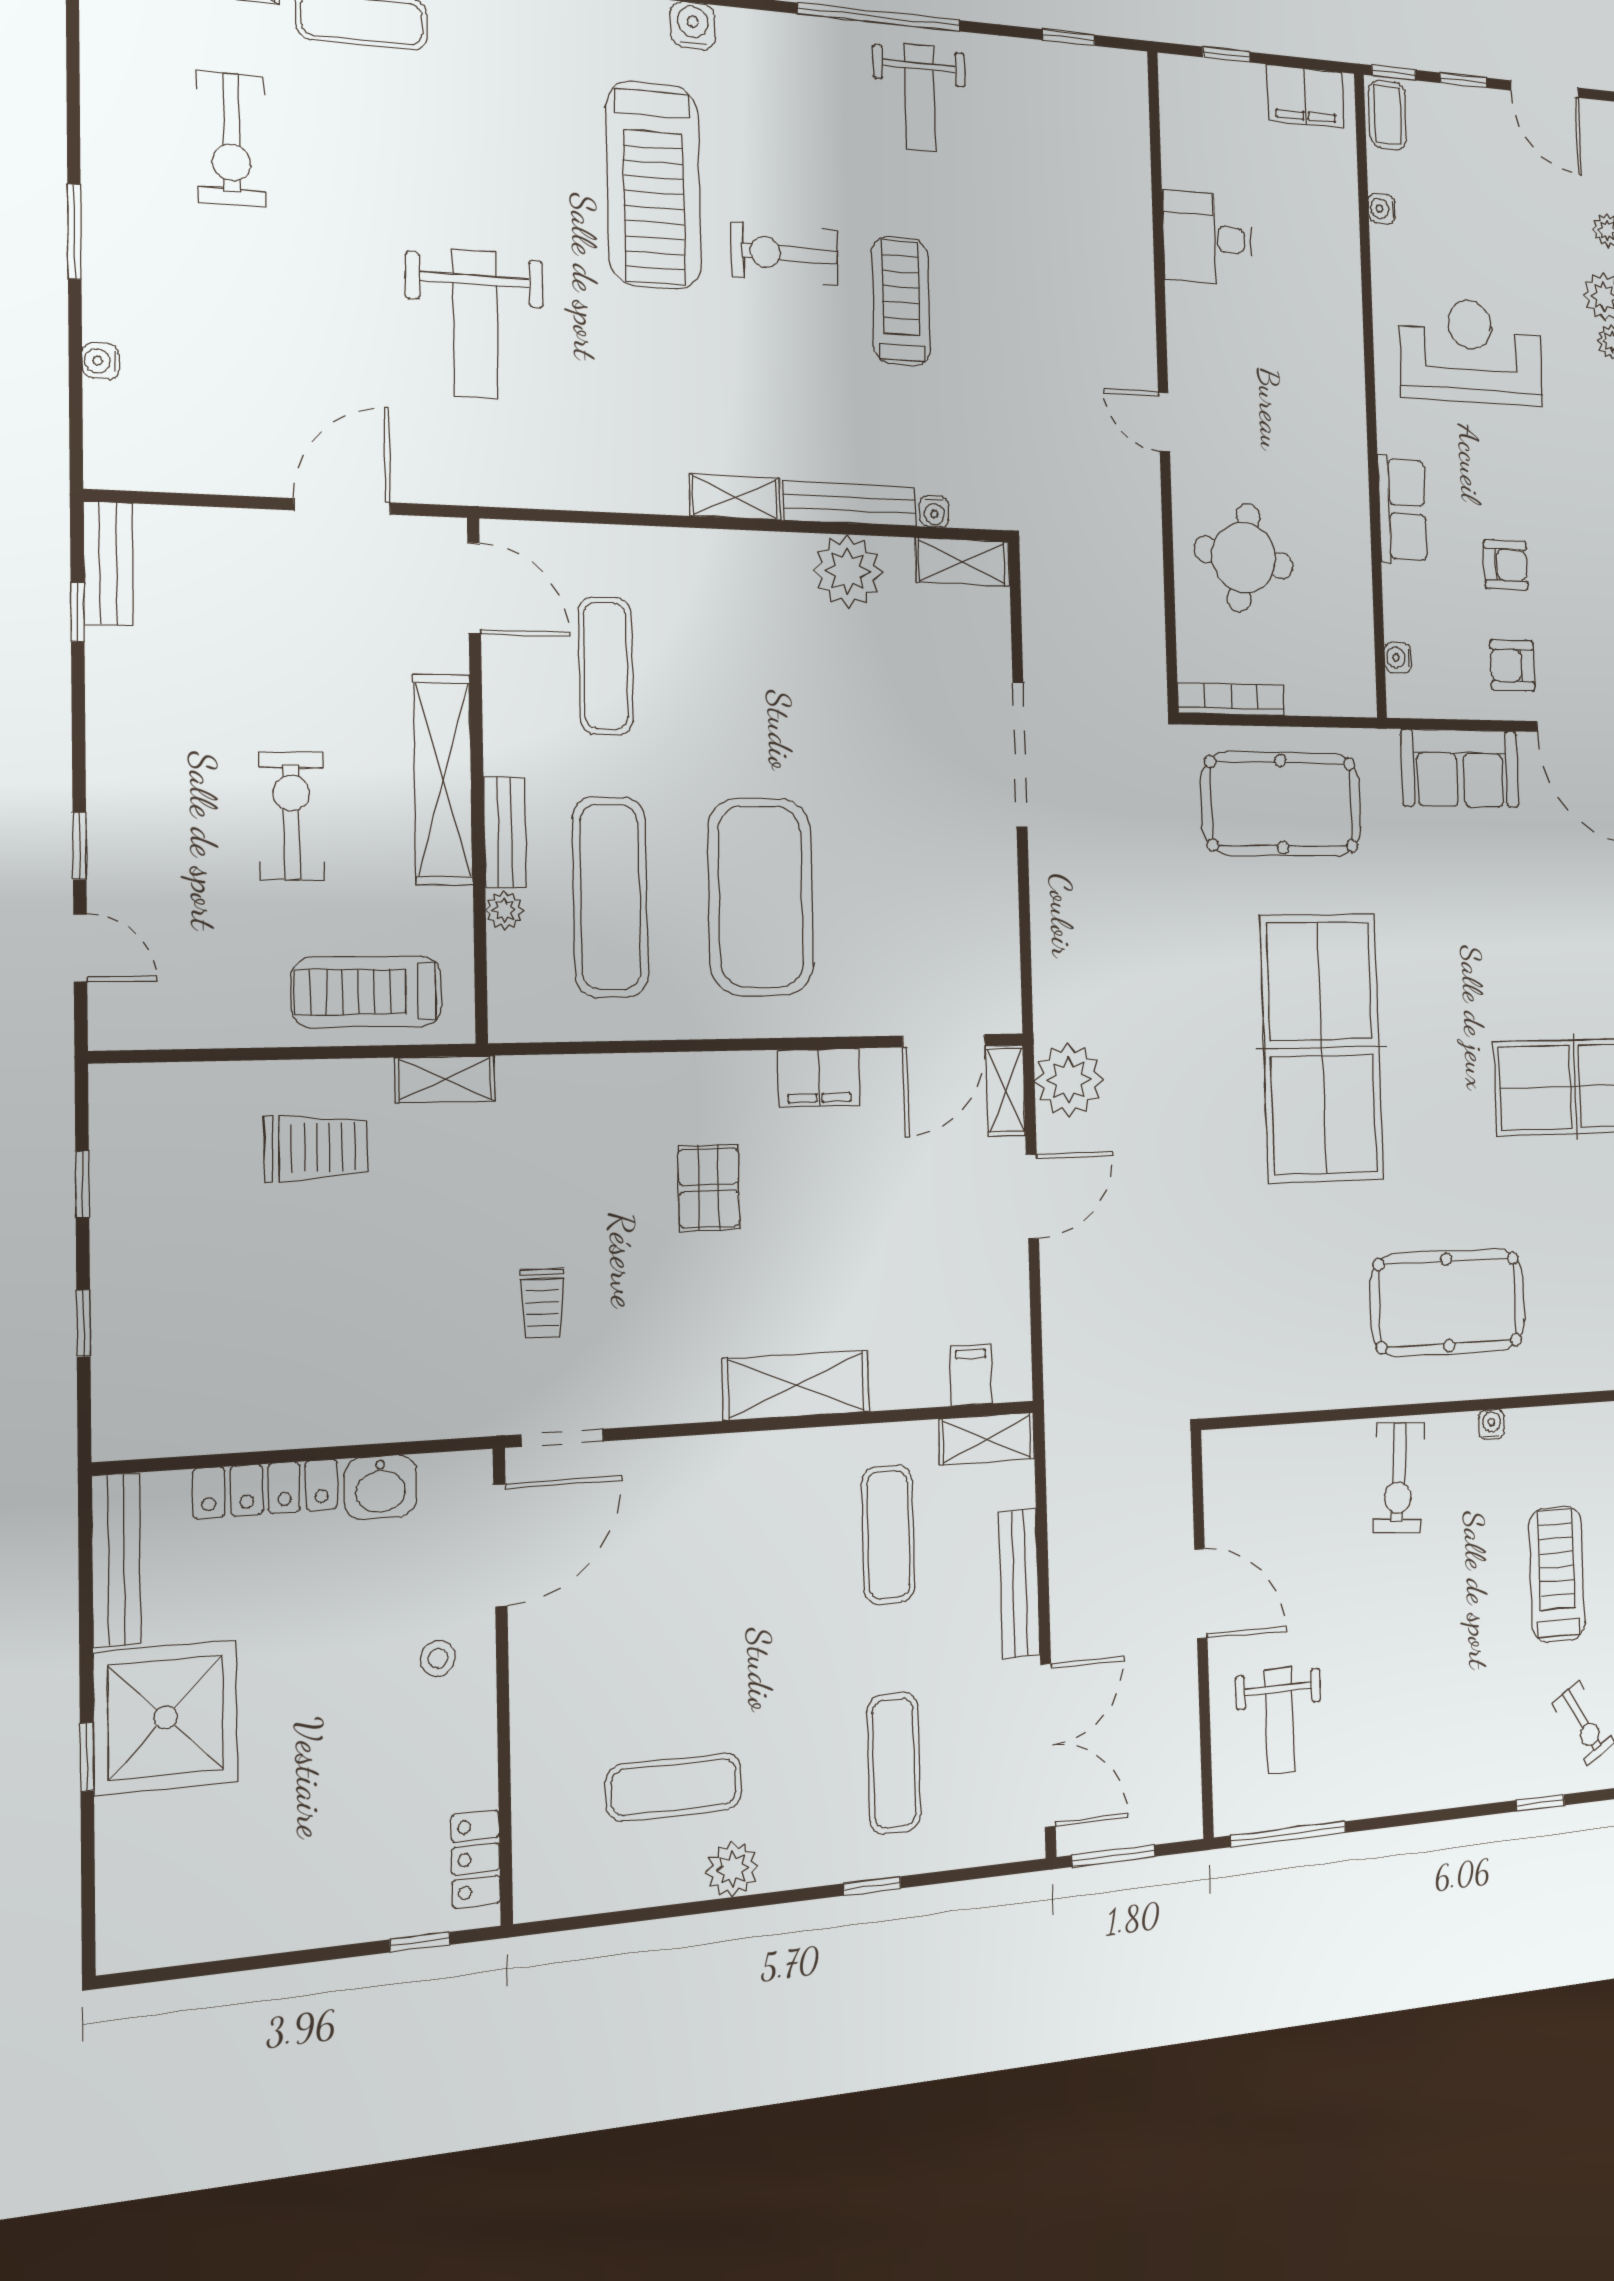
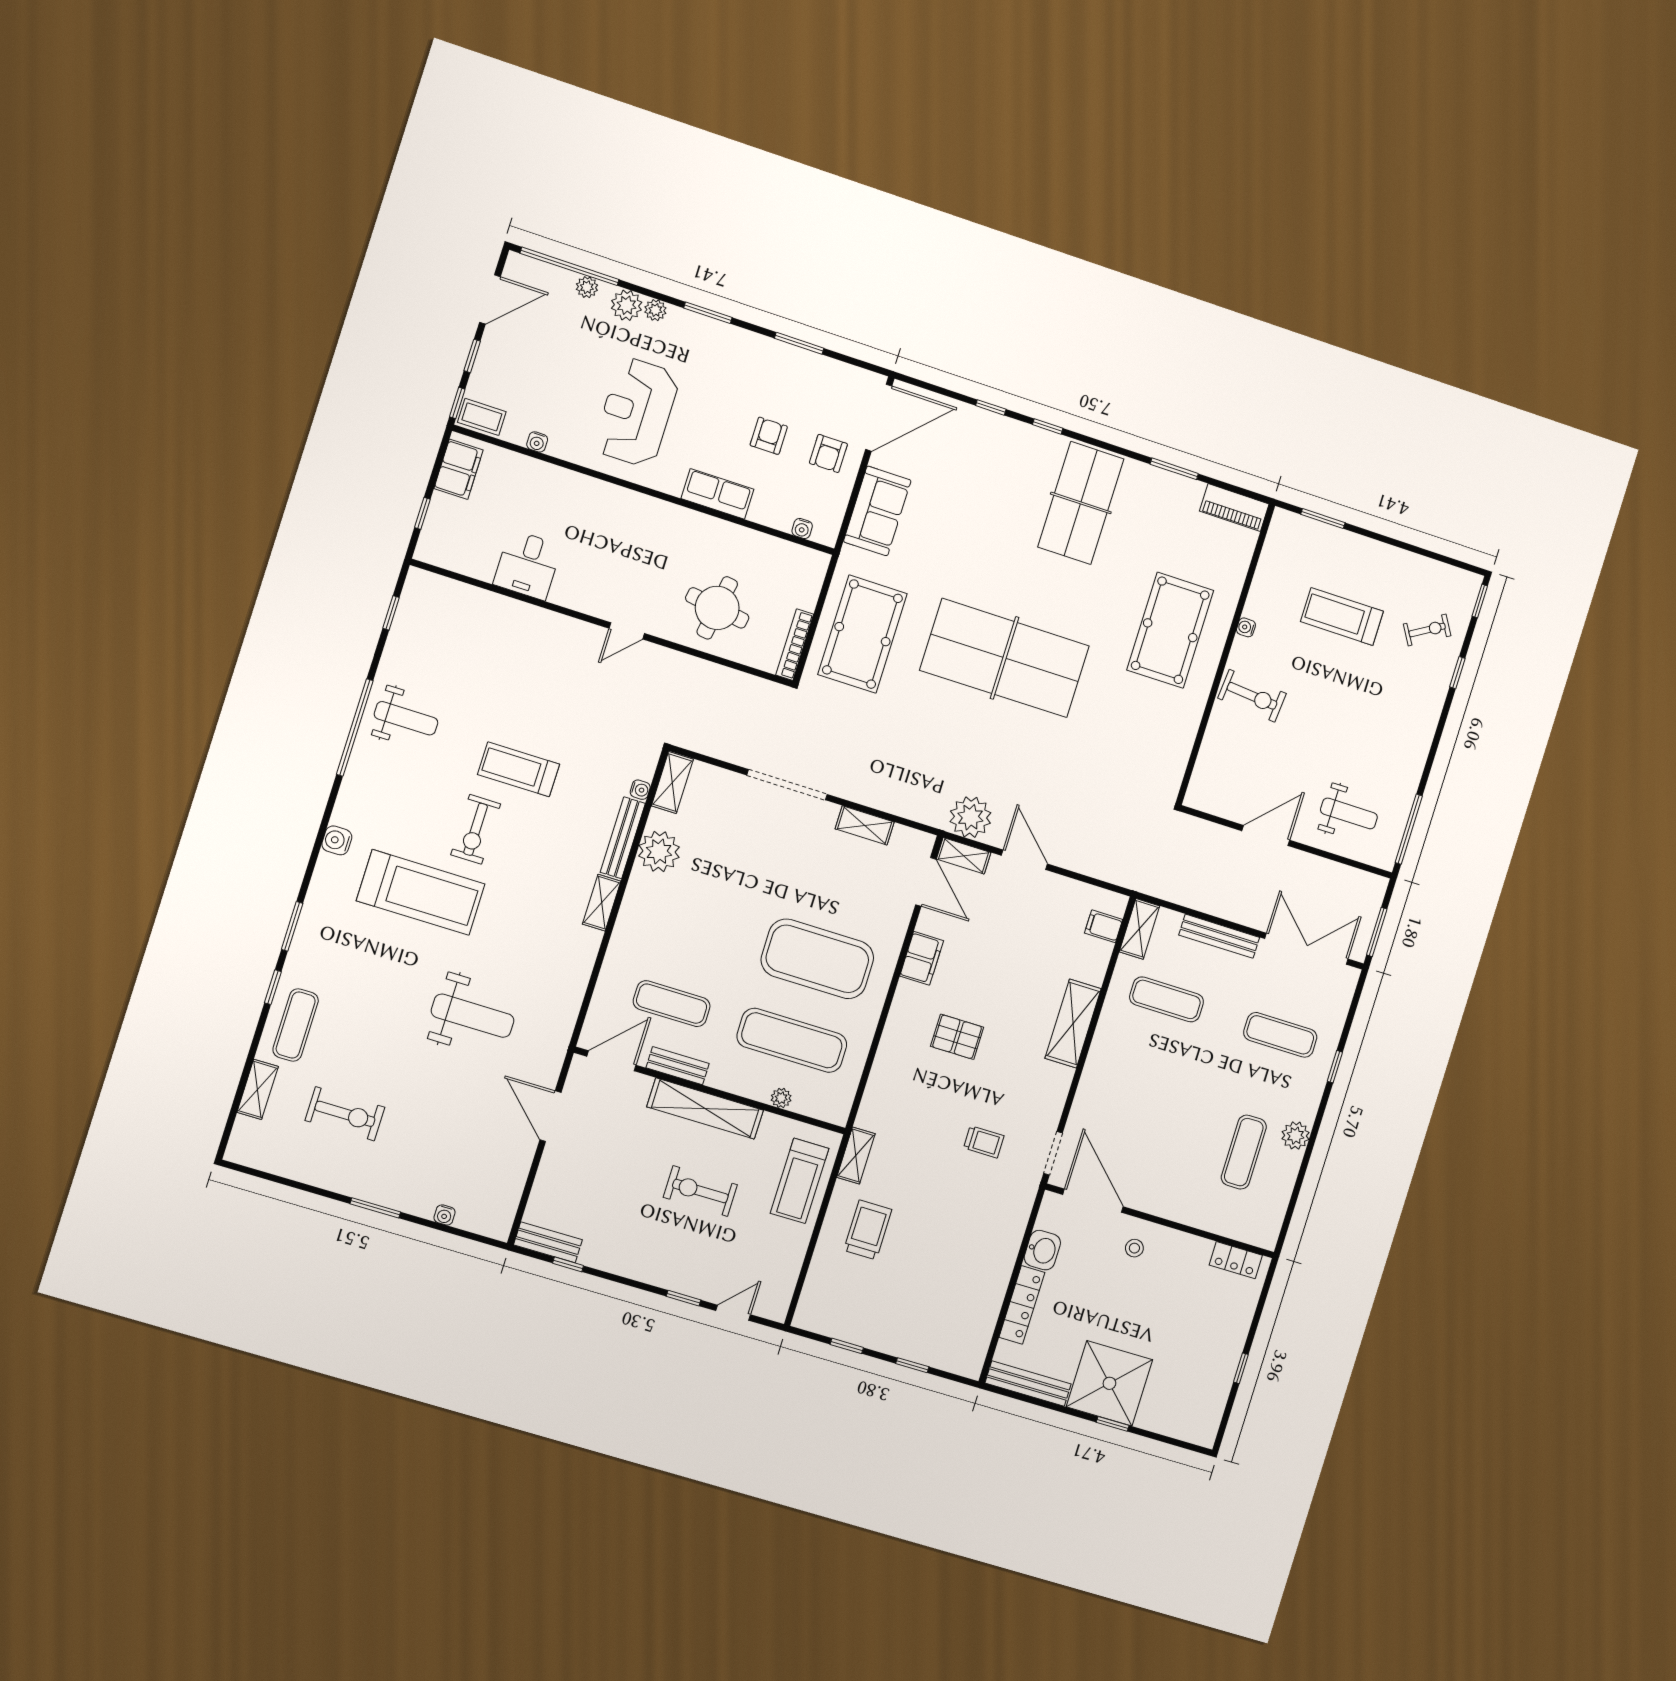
bench: (505, 832) -> (678, 1066), moved
shelving: (999, 906) -> (865, 825), added
window: (420, 1942) -> (1241, 1368), moved

